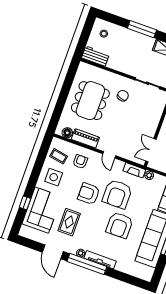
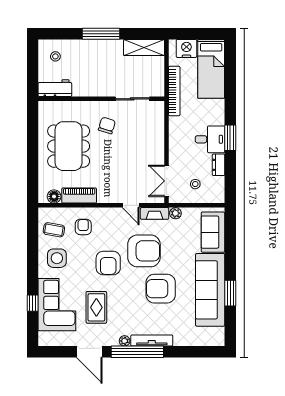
door: (109, 155) -> (131, 205), moved
armchair: (89, 194) -> (108, 263), turned -90
armchair: (117, 194) -> (144, 251), turned -90
armchair: (120, 225) -> (161, 289), turned 90

